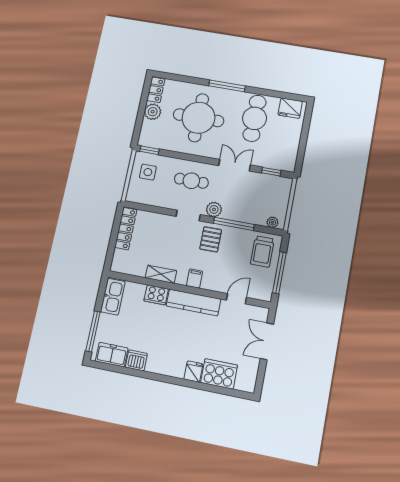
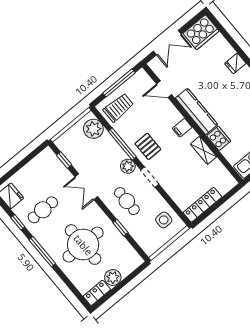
window: (266, 92) -> (18, 222), added
cafe table: (255, 118) -> (43, 210), width x0.73, depth x0.74
window: (149, 150) -> (120, 228), moved
side table: (148, 172) -> (164, 220), moved
plant: (272, 222) -> (93, 129), width x1.87, depth x1.87
pallet: (211, 239) -> (148, 146), turned 90
cooker: (219, 374) -> (201, 32), moved, turned -90

